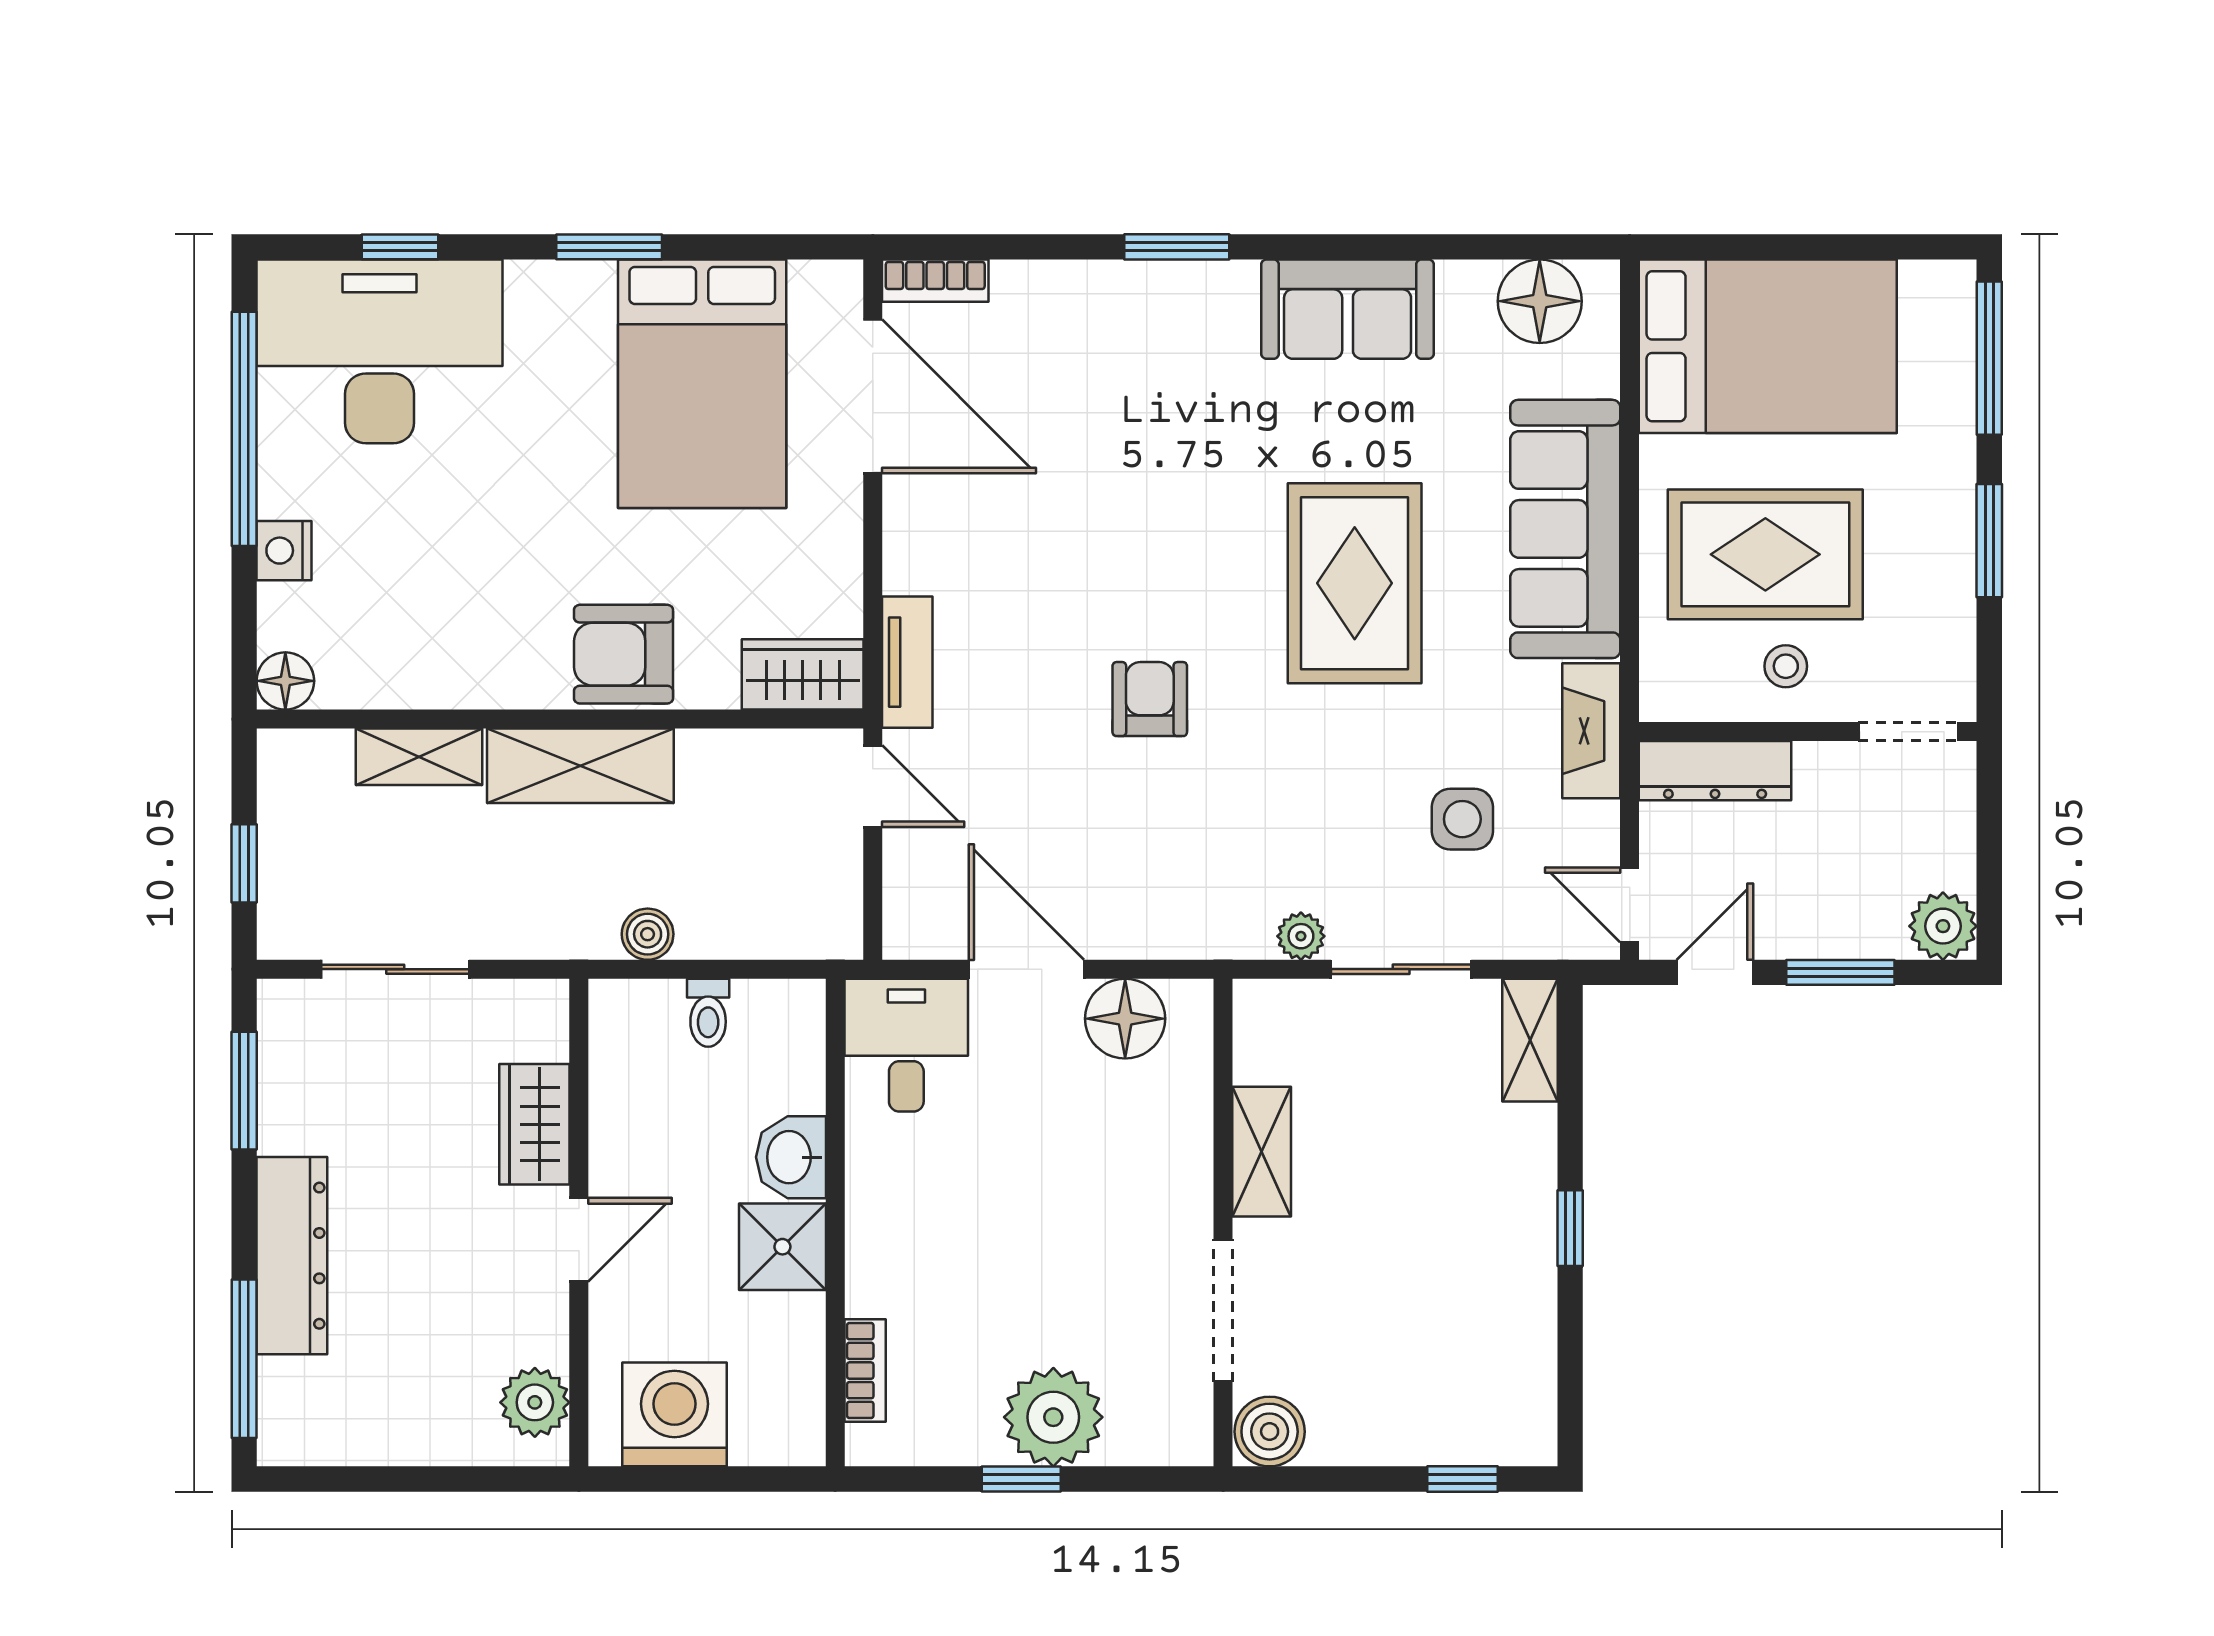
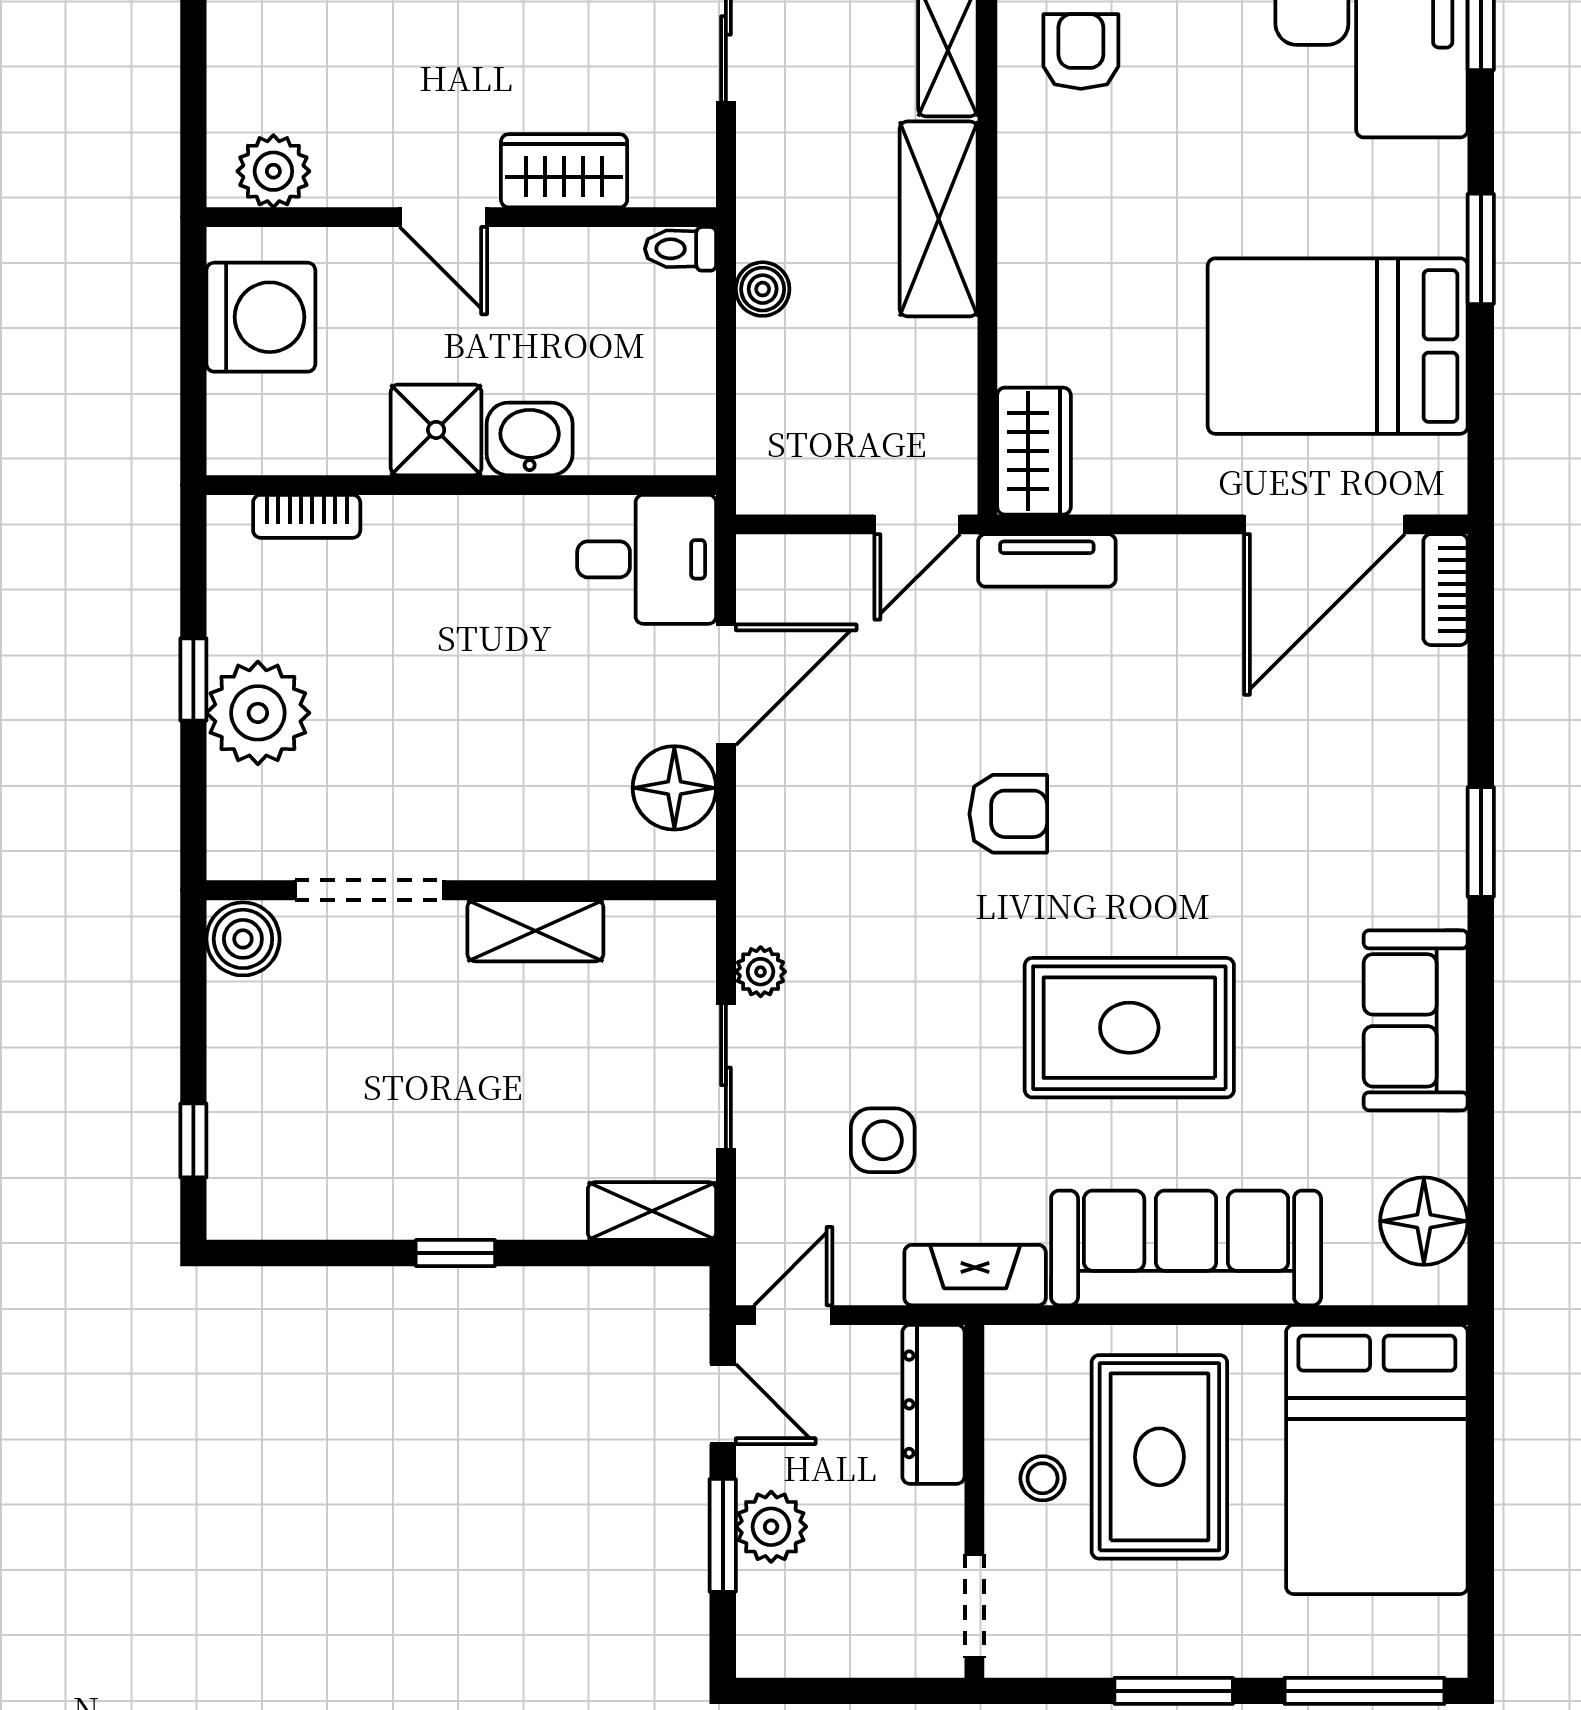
armchair: (623, 654) -> (1081, 51), moved, width x0.72, depth x0.72
plant: (1943, 926) -> (771, 1527), moved
toilet: (708, 1013) -> (681, 249), moved

